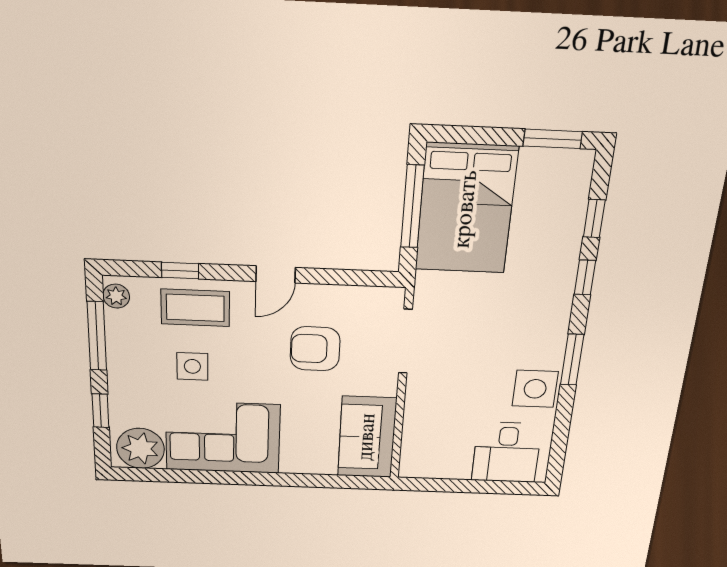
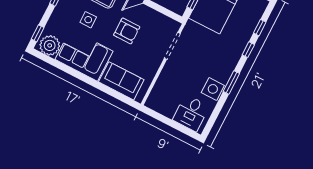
armchair: (315, 349) -> (127, 31), moved, turned 180
window: (101, 411) -> (38, 33), moved
sofa: (367, 437) -> (121, 81), moved, turned 90

